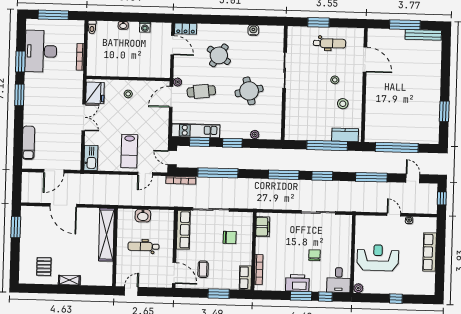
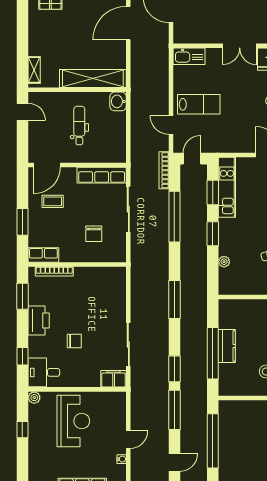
kitchen counter: (345, 135) -> (227, 346), moved
lab bench: (129, 151) -> (199, 104), turned 180
window: (322, 176) -> (174, 369), moved
washbasin: (143, 216) -> (118, 101), moved
filing cabinet: (263, 227) -> (114, 379), moved, turned 180
shelving: (69, 280) -> (34, 70), moved
window: (301, 296) -> (22, 296), moved
window: (396, 299) -> (22, 430), moved

